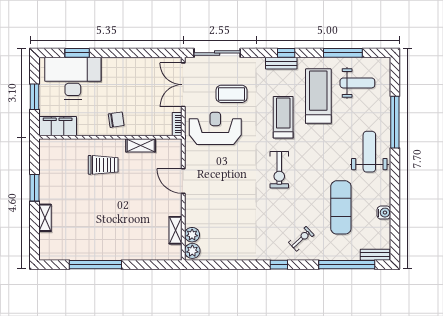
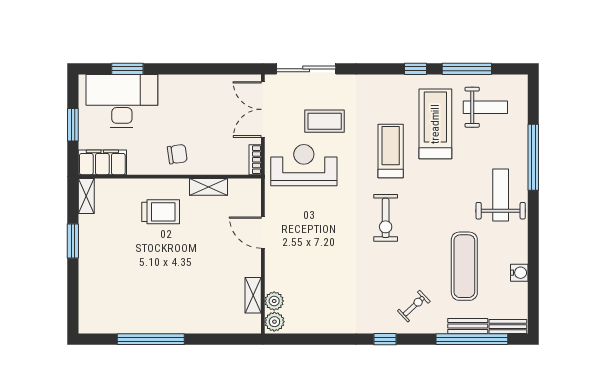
window: (286, 53) -> (416, 69), moved
bench: (281, 63) -> (468, 326), moved
shelving: (45, 218) -> (86, 196), moved

